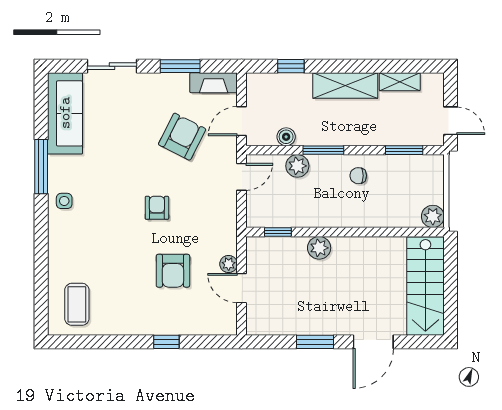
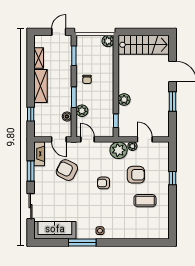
plant: (221, 237) -> (119, 150), added
door: (242, 288) -> (145, 139), swing flipped
coffee table: (77, 304) -> (145, 201), moved

